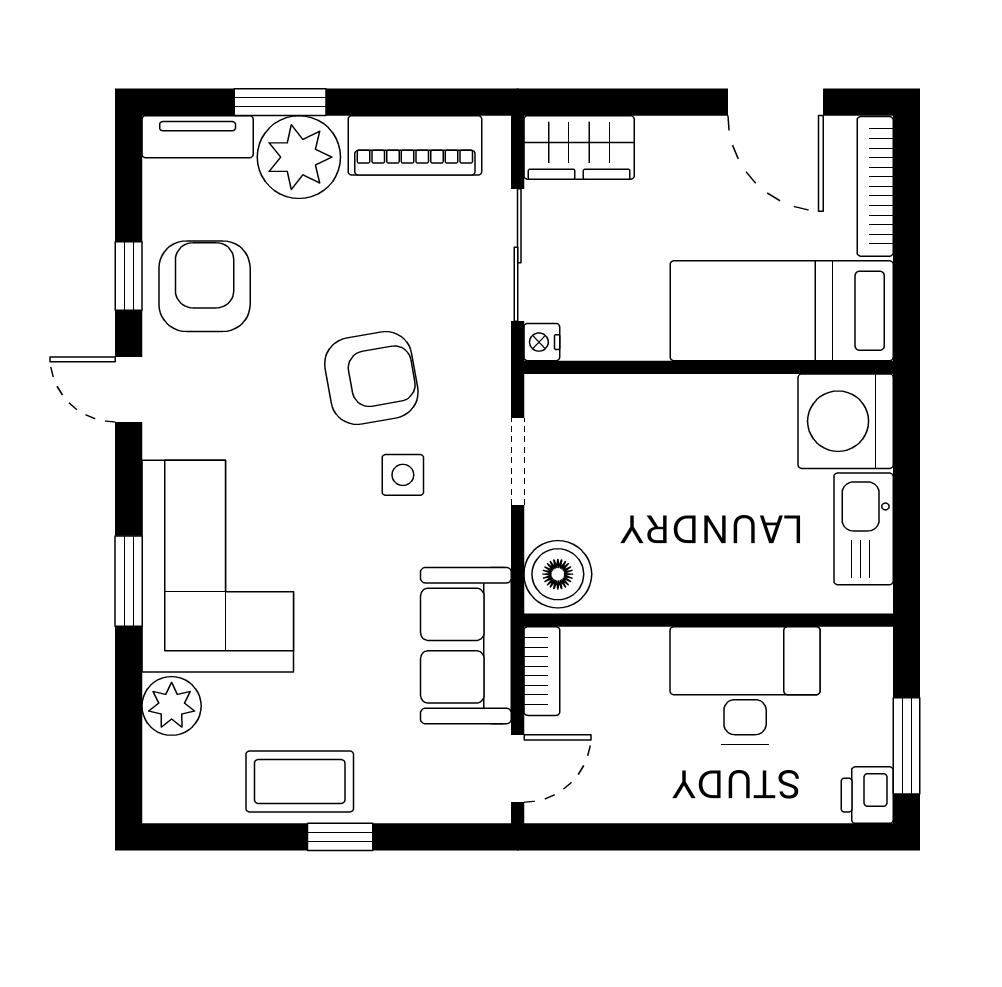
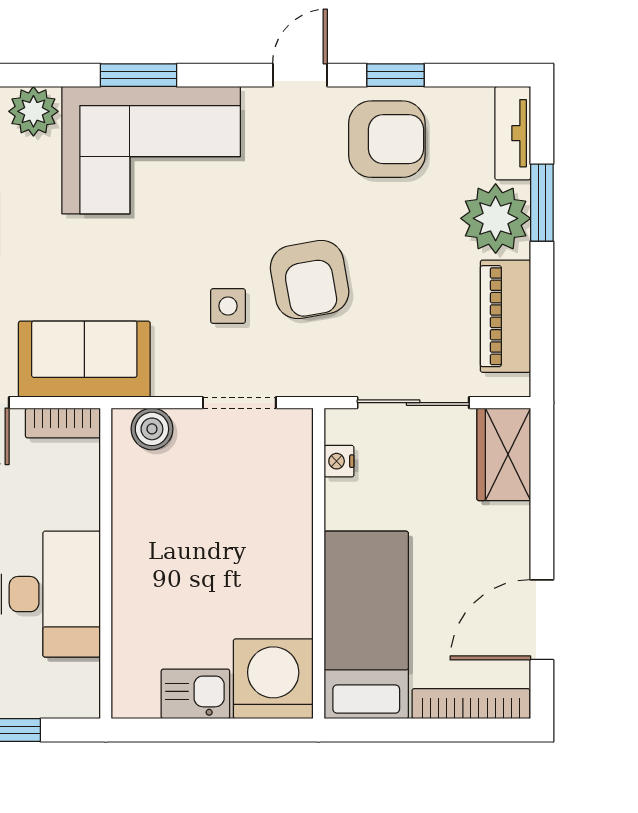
nightstand: (542, 342) -> (339, 461), moved, turned -90
kitchen sink: (864, 529) -> (195, 694), width x0.73
boiler: (558, 574) -> (152, 429), width x0.73, depth x0.73

